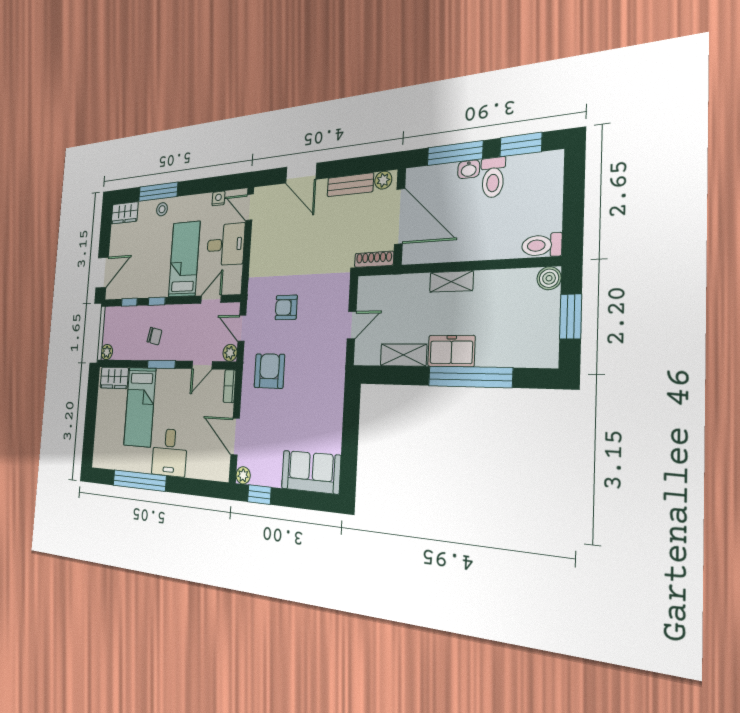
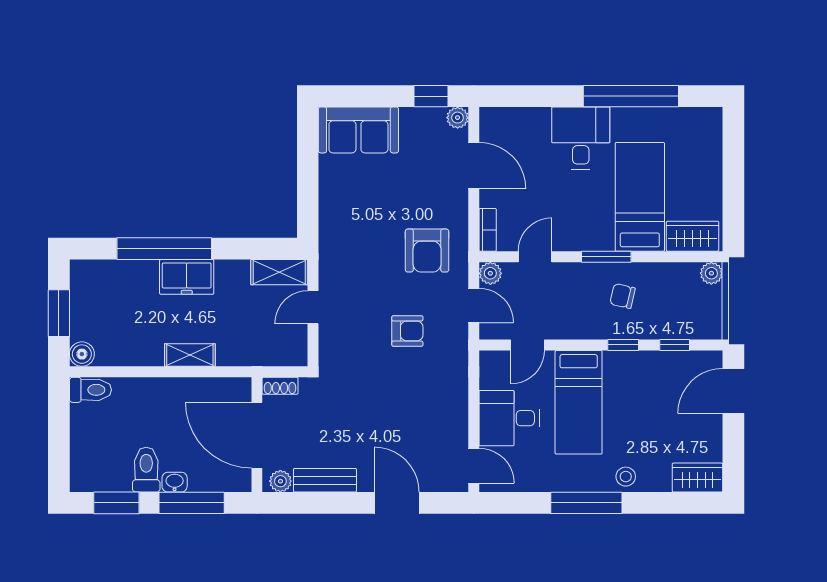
window: (158, 192) -> (586, 503), moved
nightstand: (218, 198) -> (526, 483), removed
shoe rack: (374, 259) -> (280, 386), width x0.70
shelving: (403, 355) -> (279, 272), moved

